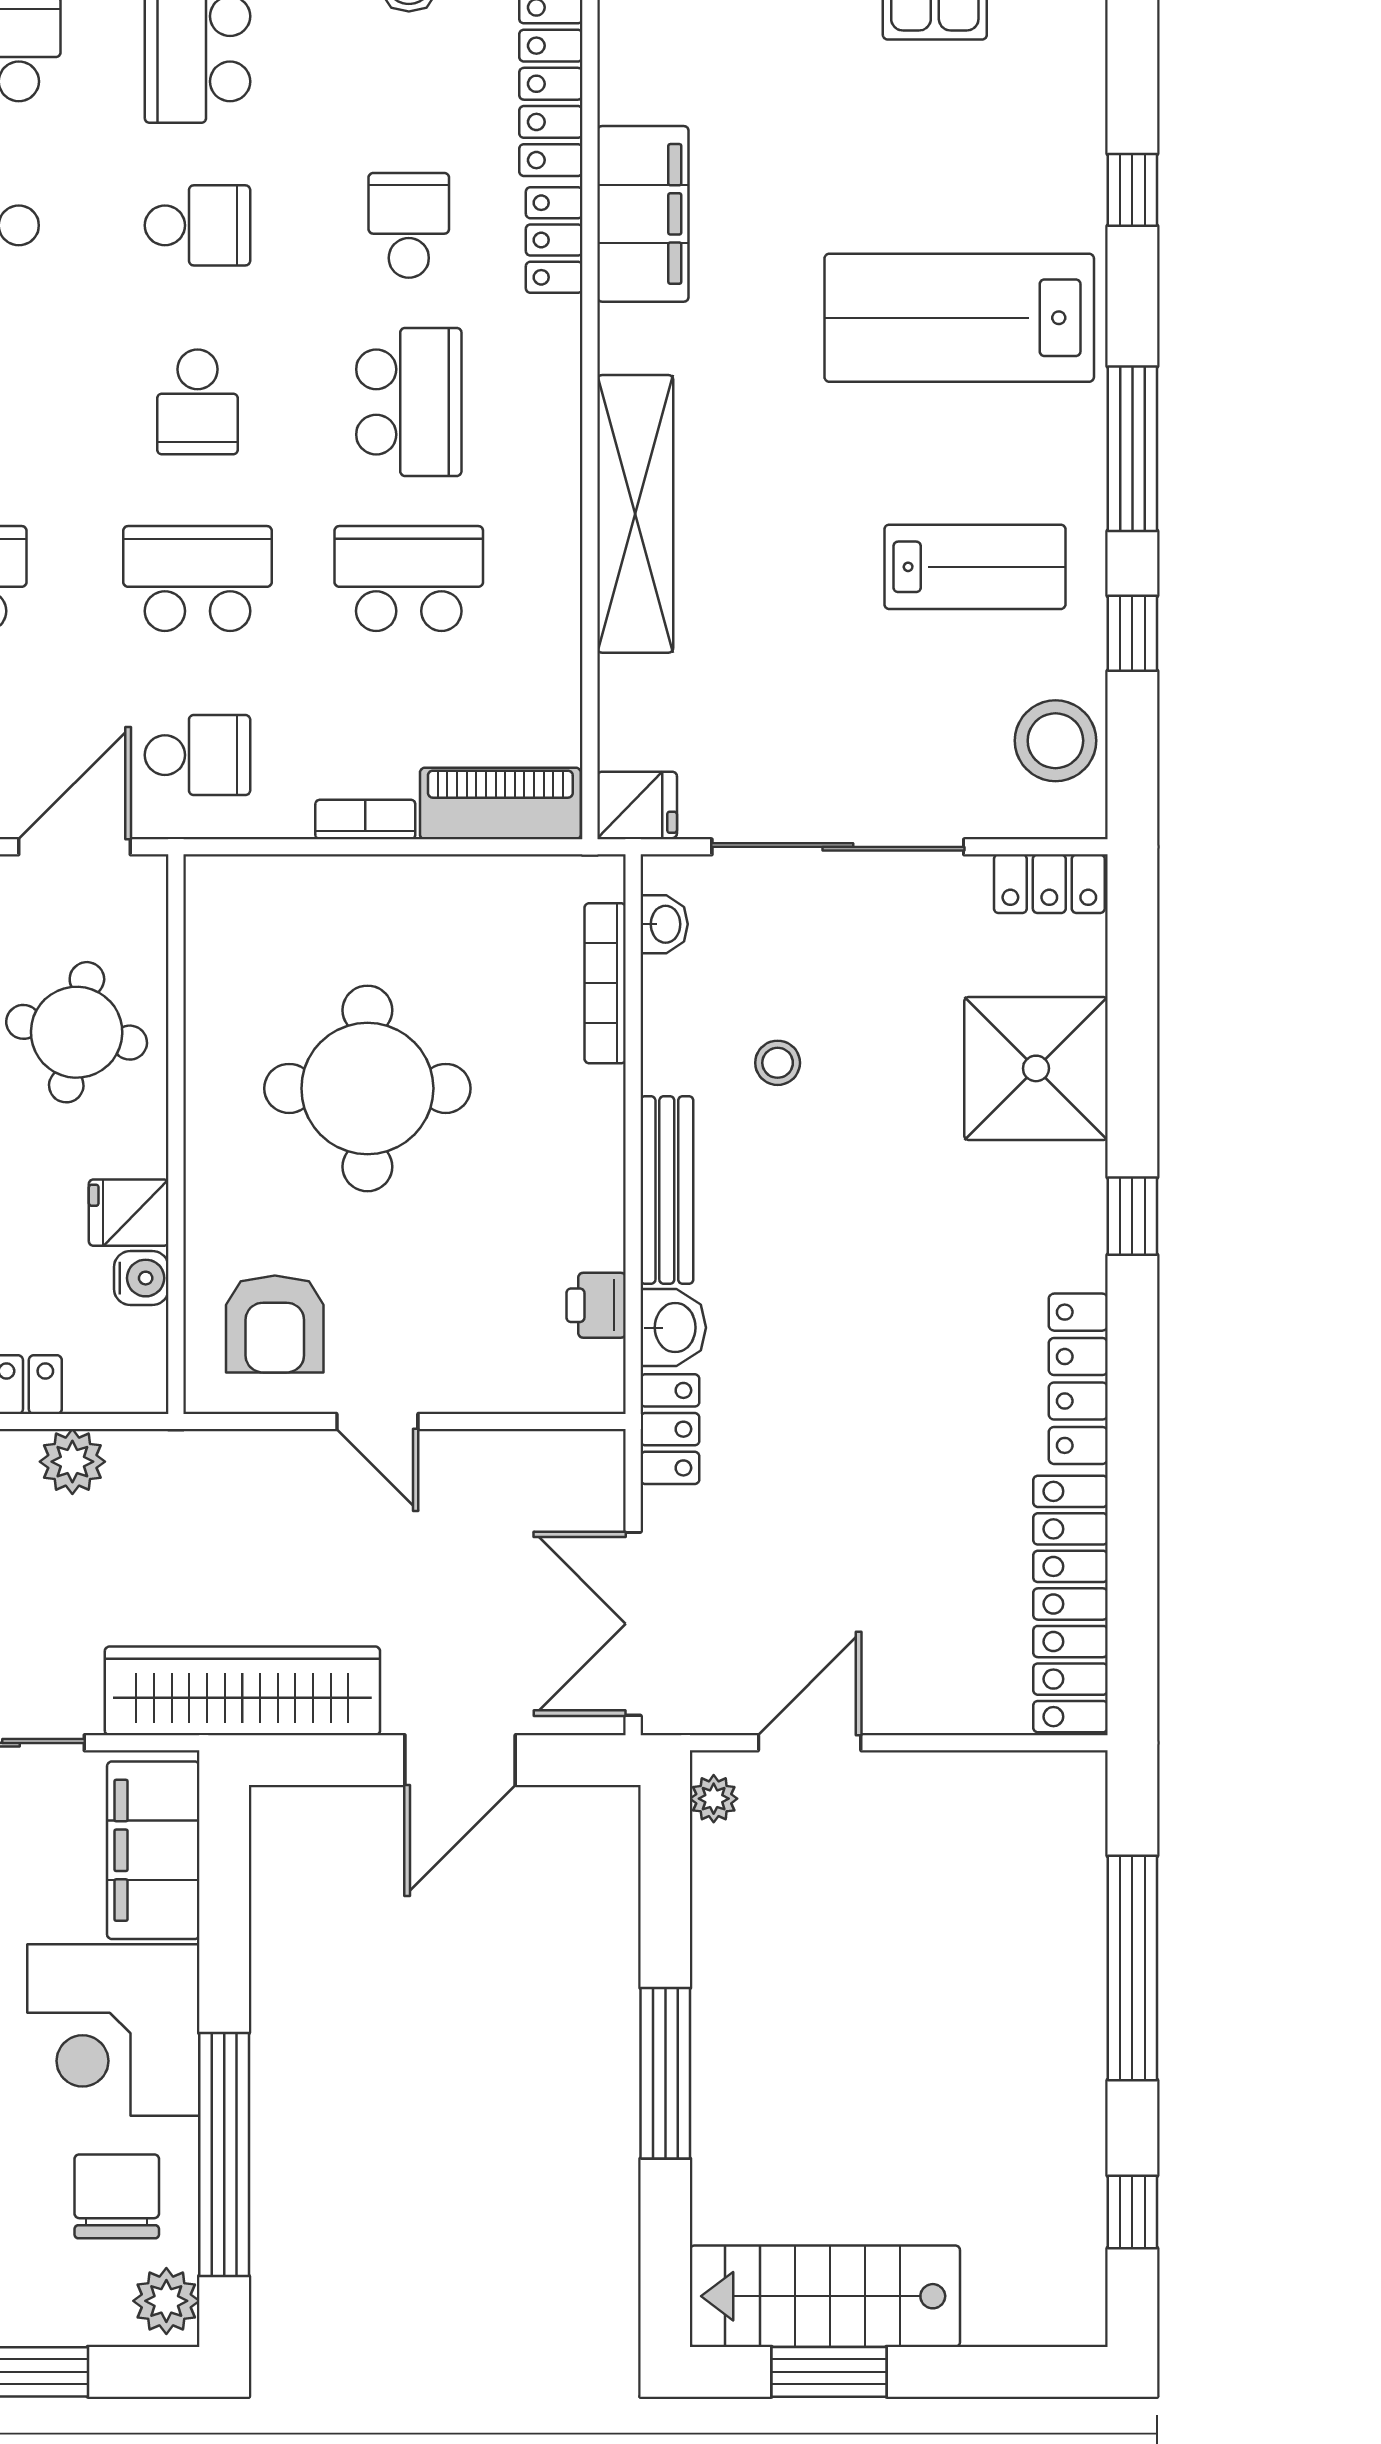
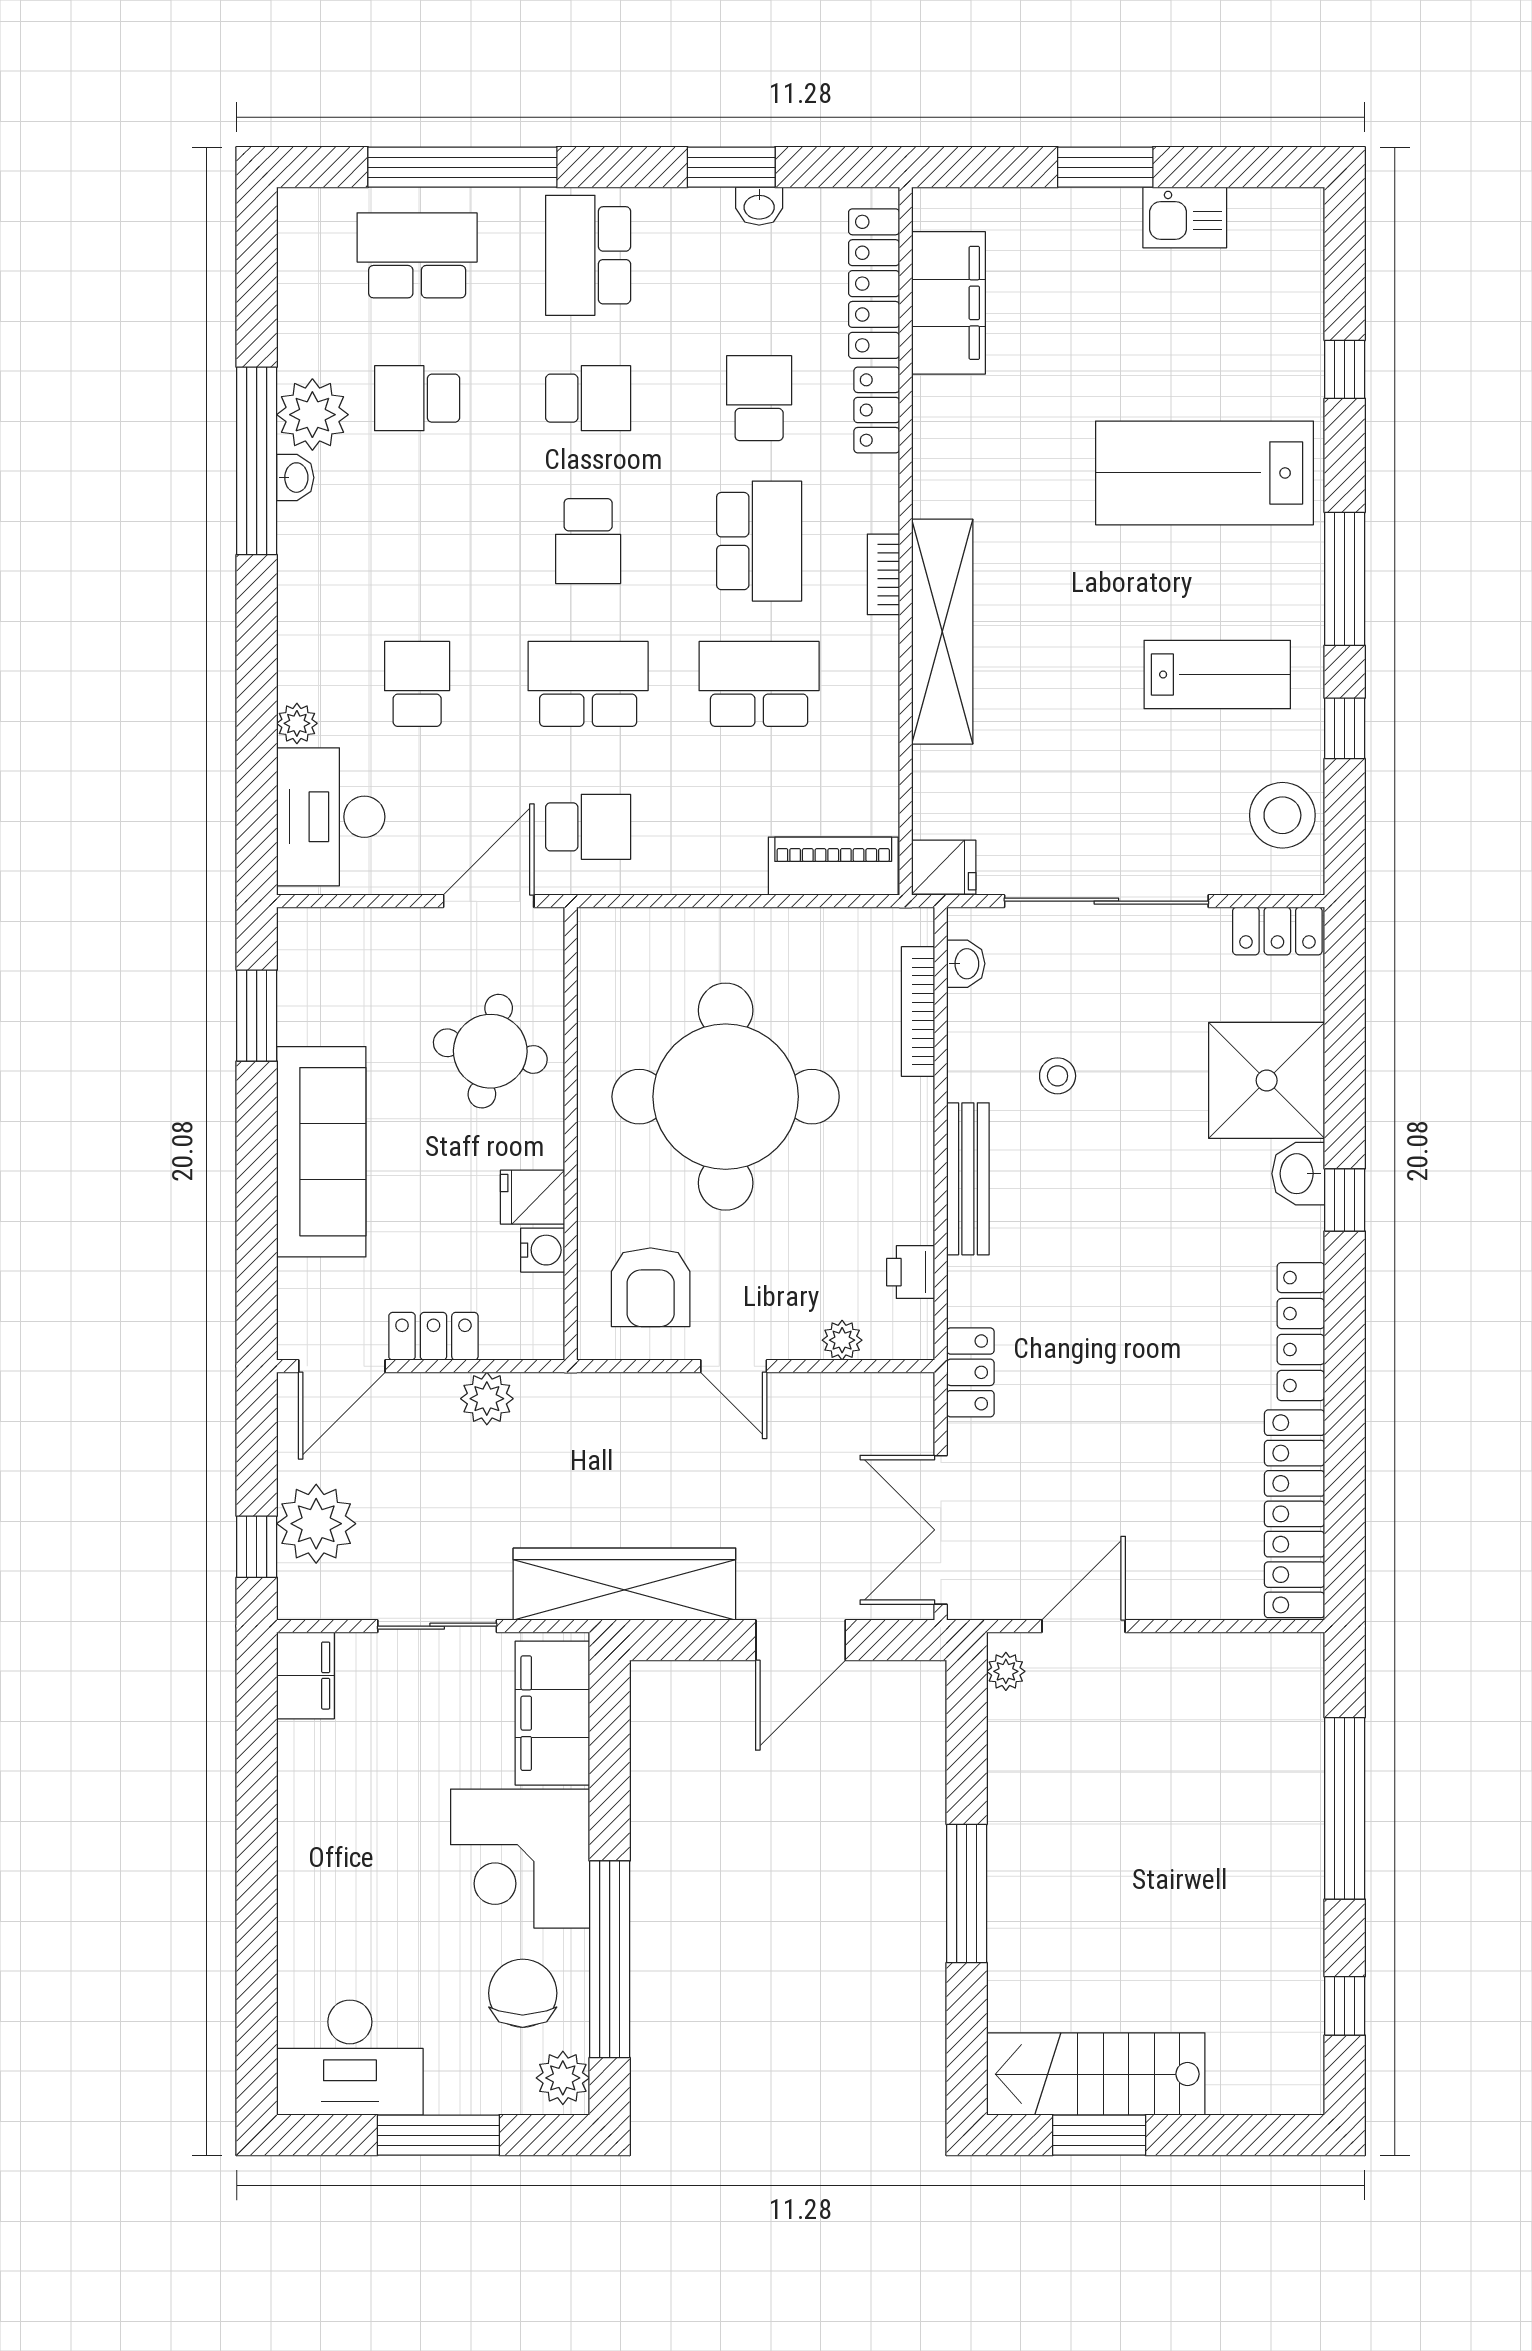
filing cabinet: (643, 214) -> (949, 303), moved
bookcase: (365, 819) -> (883, 574), moved, turned -90
round table: (367, 1088) -> (726, 1097), width x1.36, depth x1.36
washbasin: (673, 1328) -> (1298, 1174), moved, turned 180
plant: (511, 1389) -> (842, 1340), added

